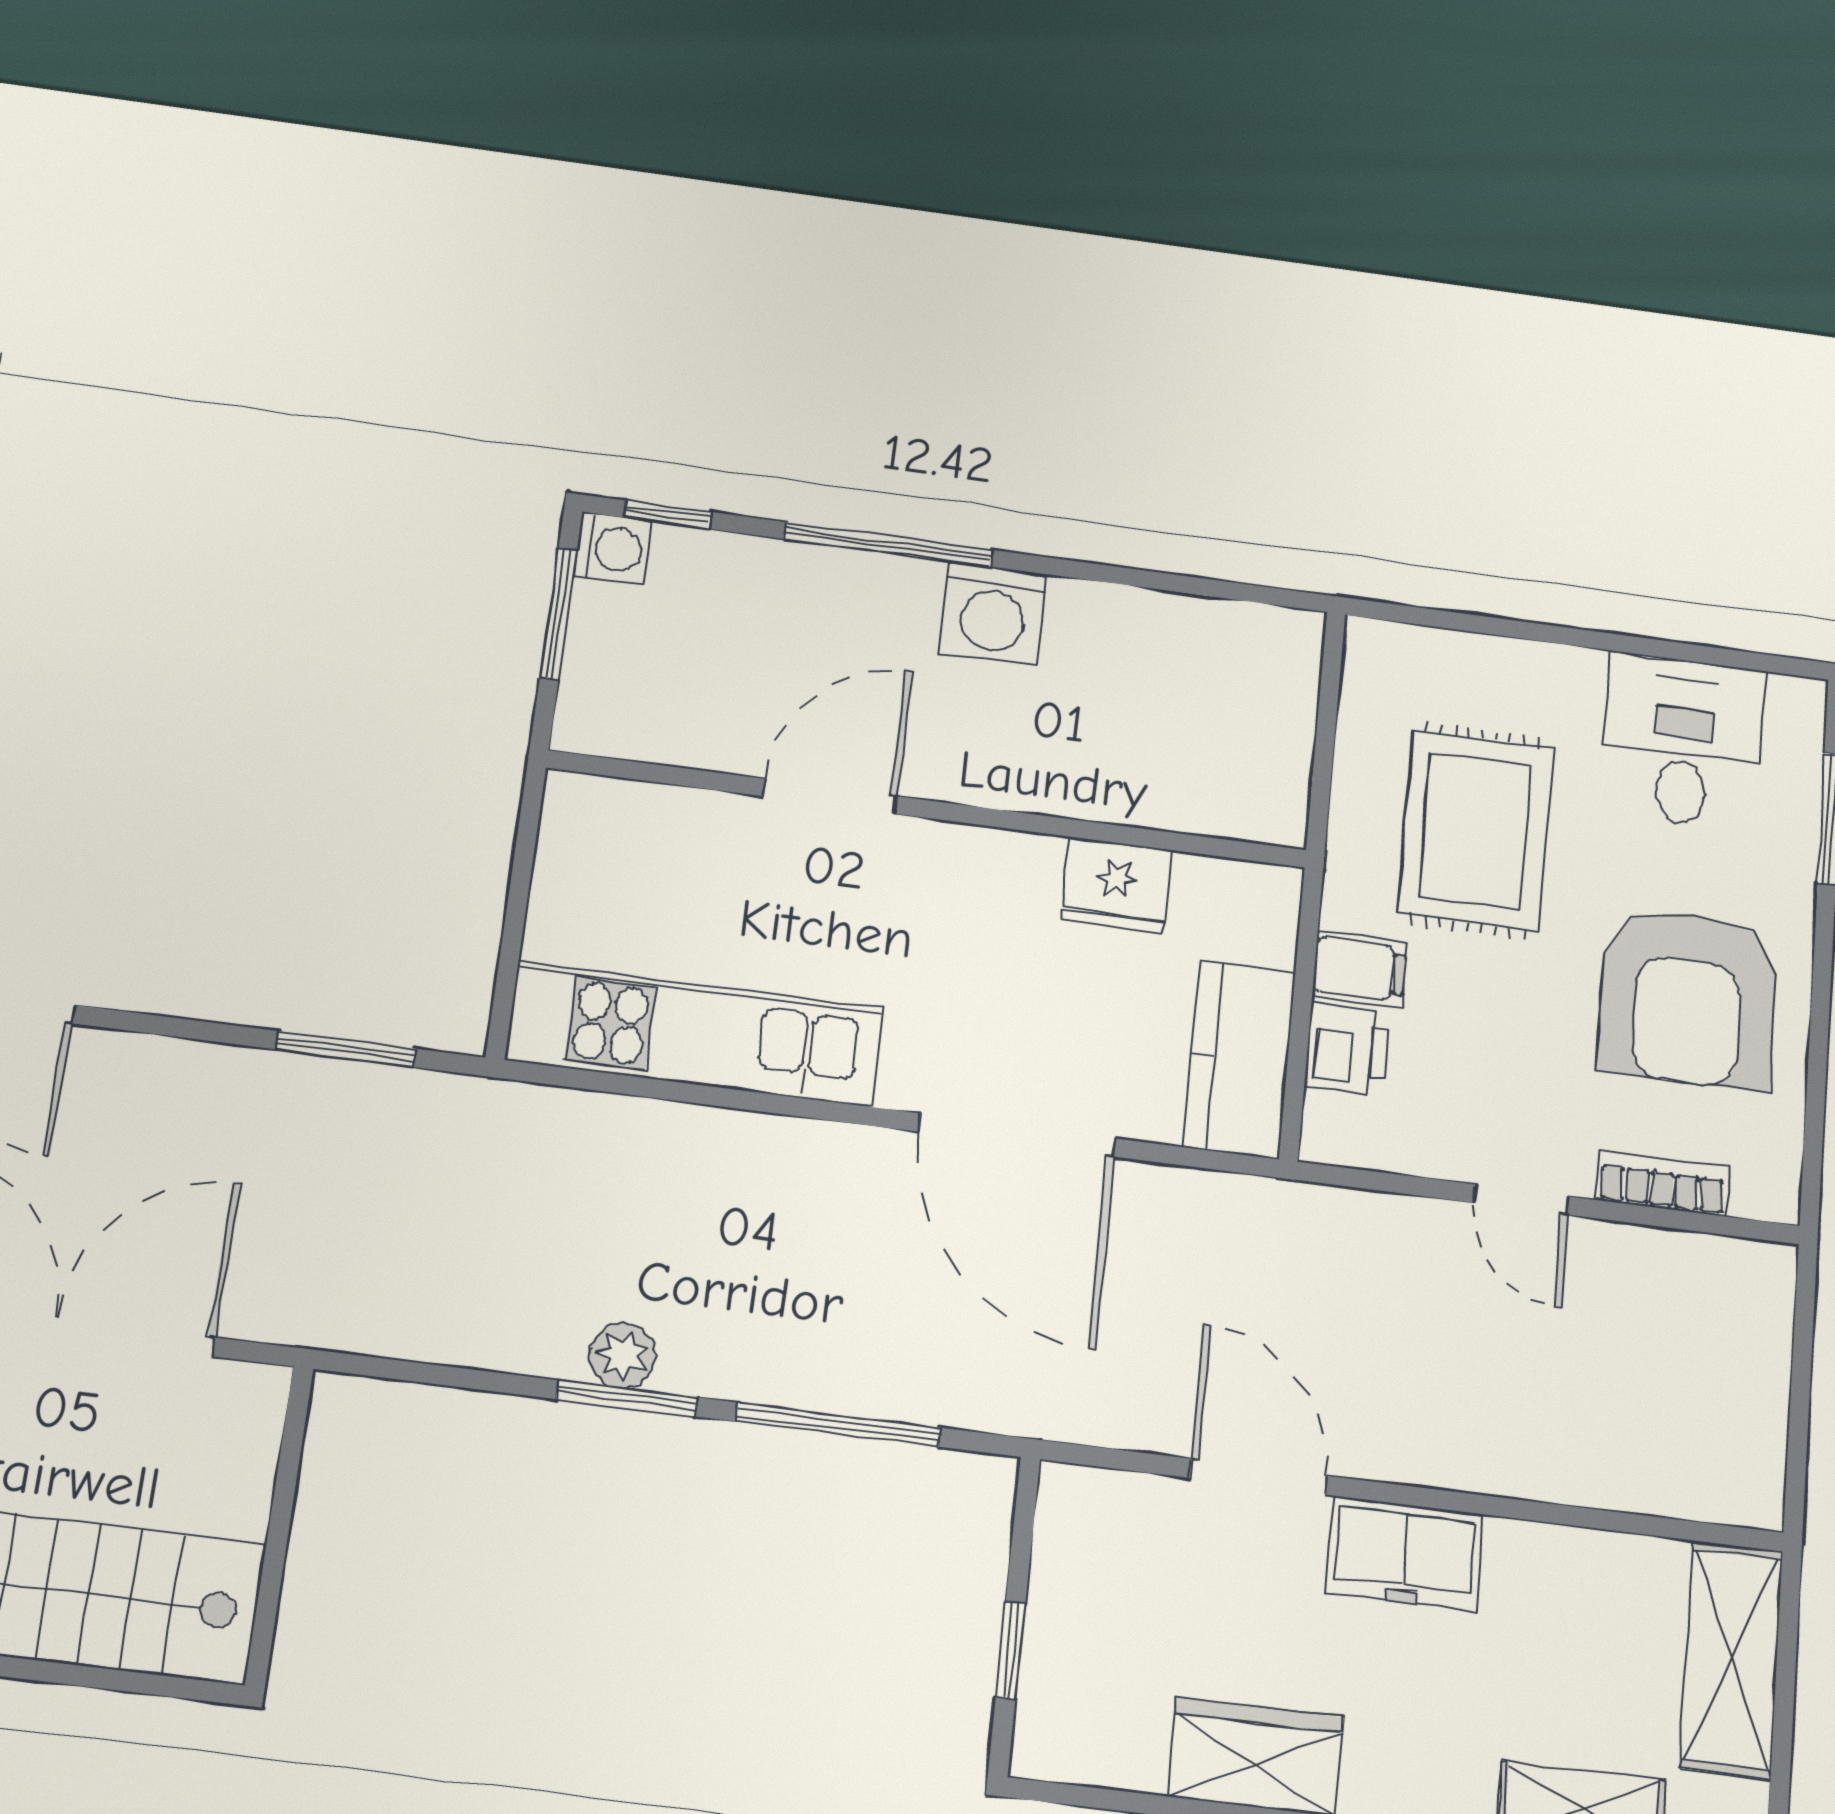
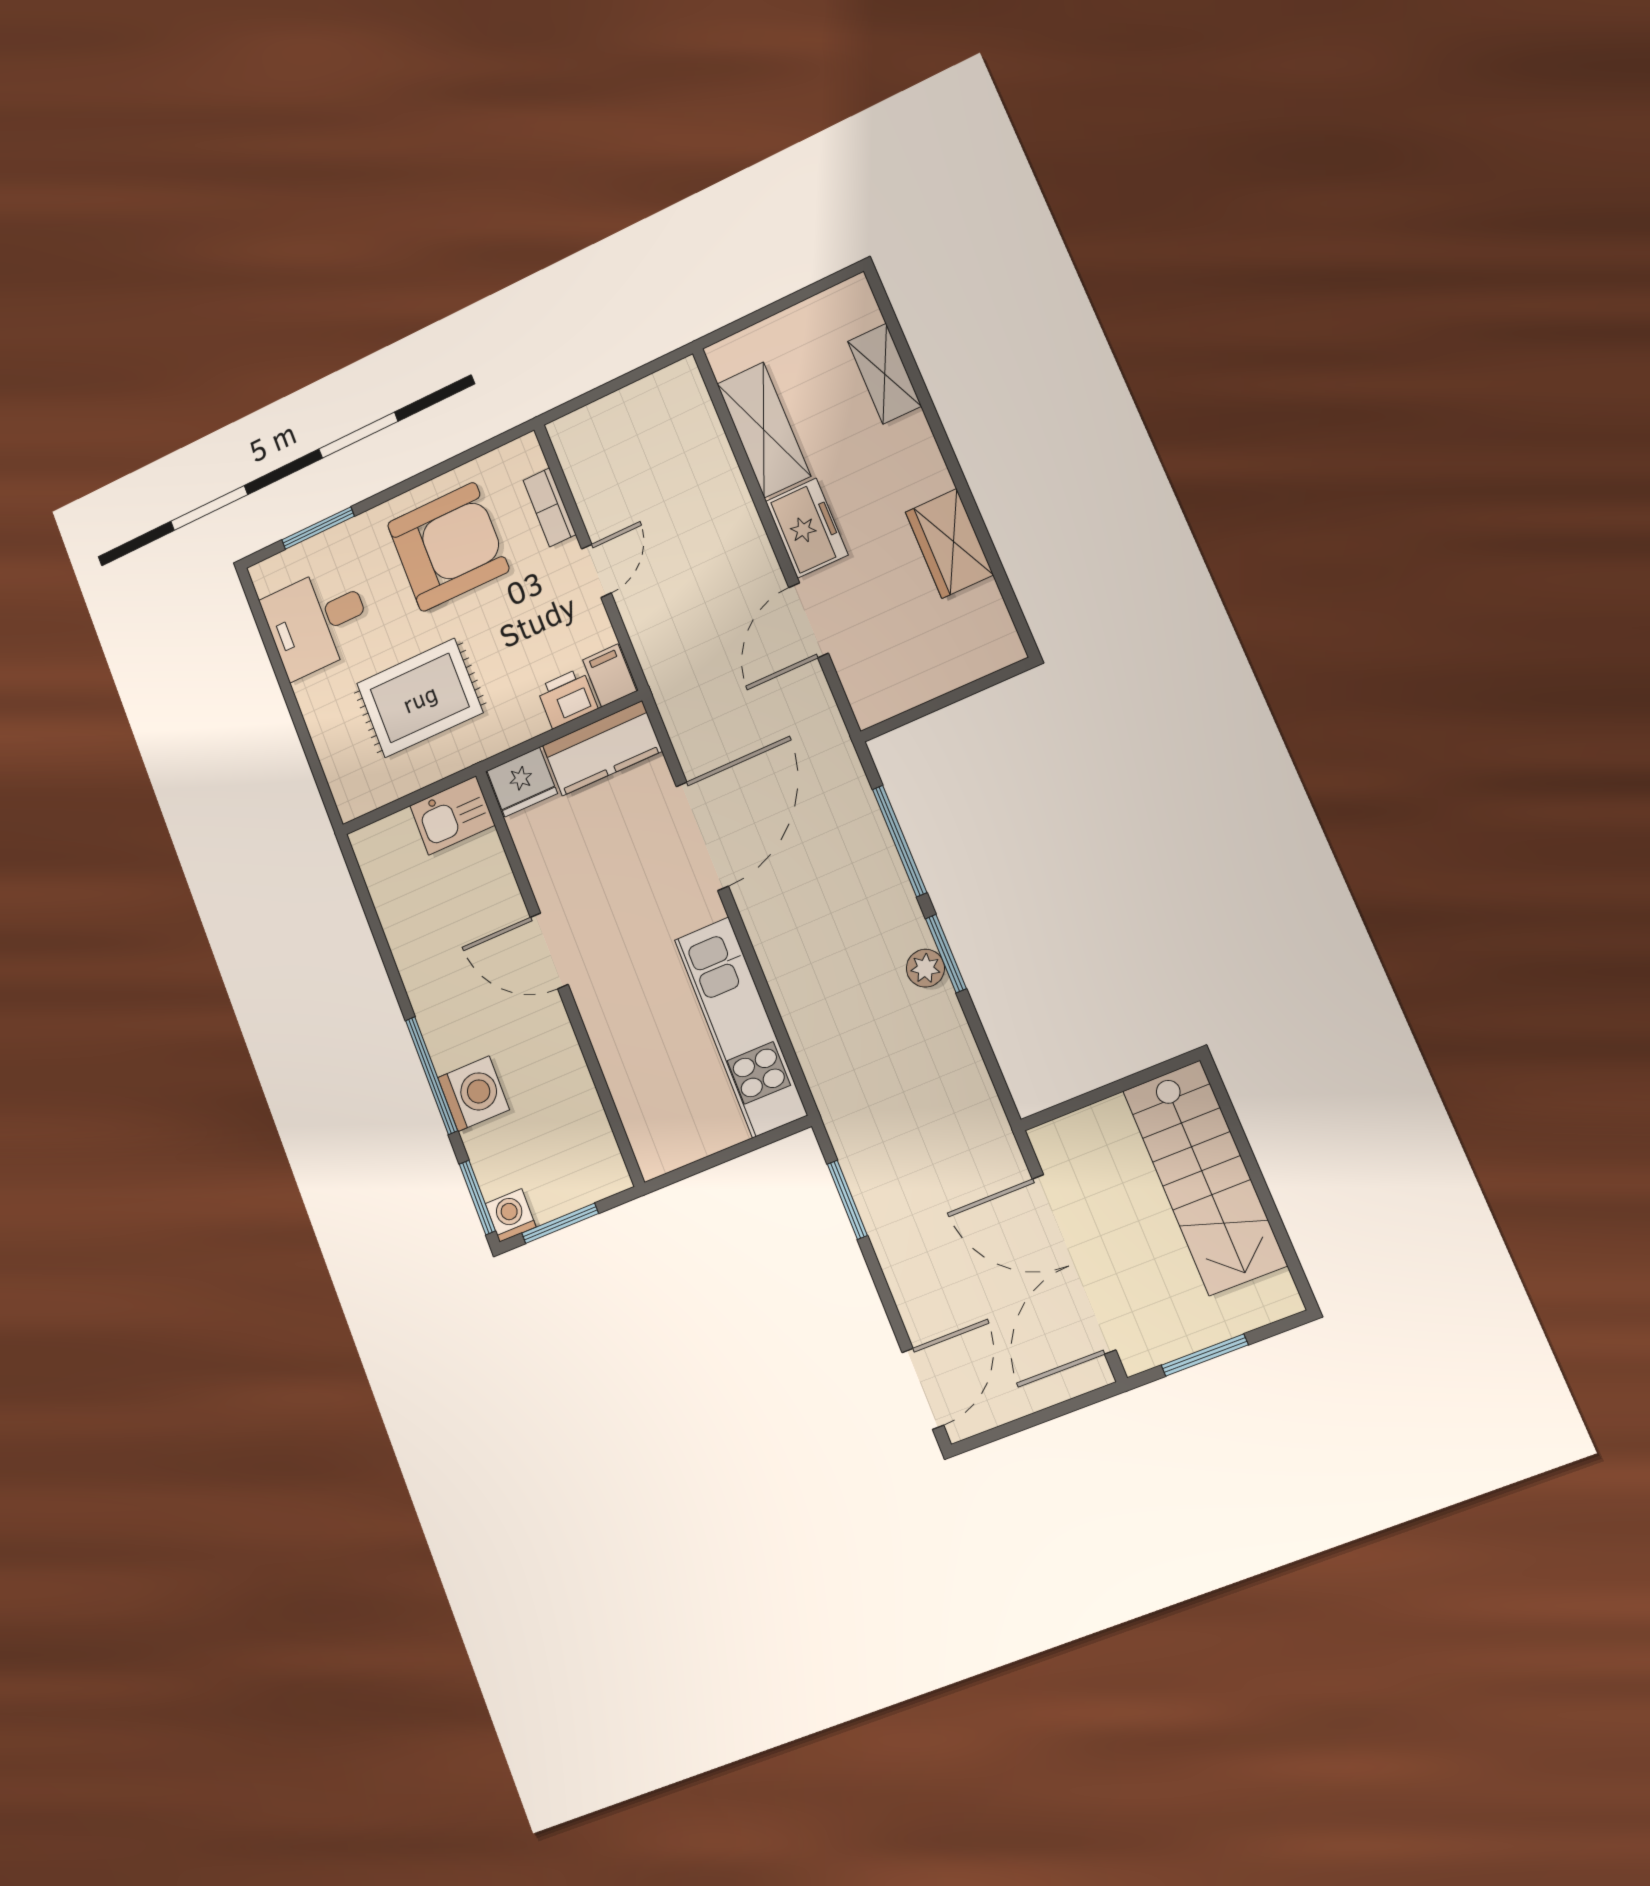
window: (667, 515) -> (477, 1197), width x1.50
washing machine: (993, 613) -> (474, 1094), moved
kitchen sink: (1265, 783) -> (452, 815), added
door: (830, 796) -> (549, 951), moved
fridge: (1116, 885) -> (522, 782), moved, turned 90
filing cabinet: (1359, 969) -> (610, 675), moved
window: (1011, 1650) -> (965, 692), removed
shelving: (1732, 1659) -> (764, 430), moved, turned 90

